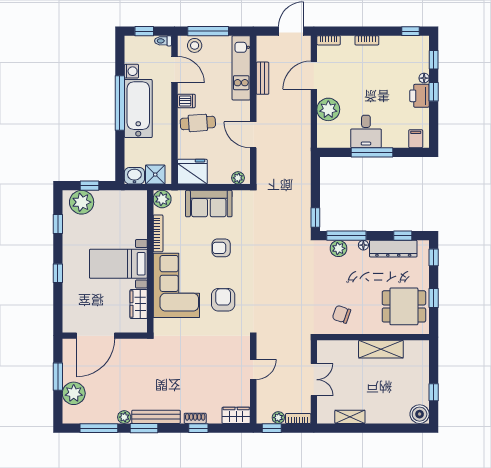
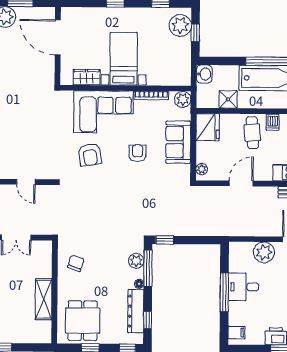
shower: (155, 175) -> (228, 99), moved
armchair: (223, 300) -> (90, 155), turned 81

